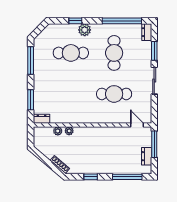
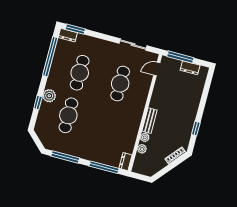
window: (154, 51) -> (75, 29), moved
cafe table: (114, 53) -> (80, 73), turned 90
sliding door: (154, 81) -> (133, 45), moved
window: (31, 100) -> (104, 167), width x1.44
bench: (86, 131) -> (150, 121), added
window: (127, 177) -> (205, 92), removed

